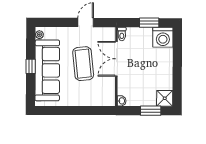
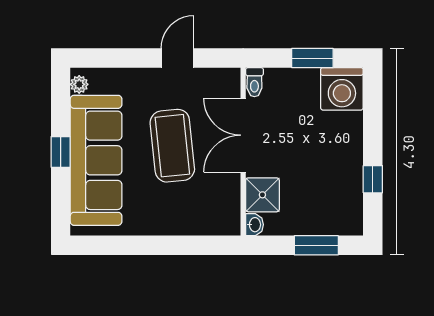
window: (177, 80) -> (373, 179), added
shower: (165, 98) -> (262, 195), moved

